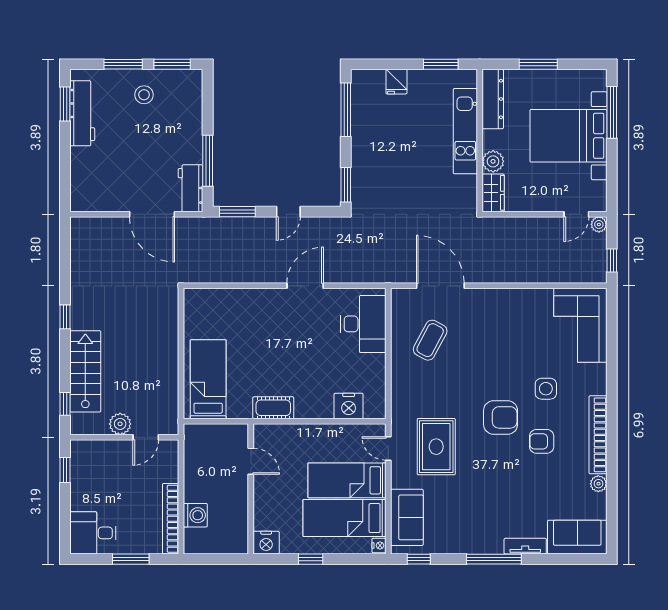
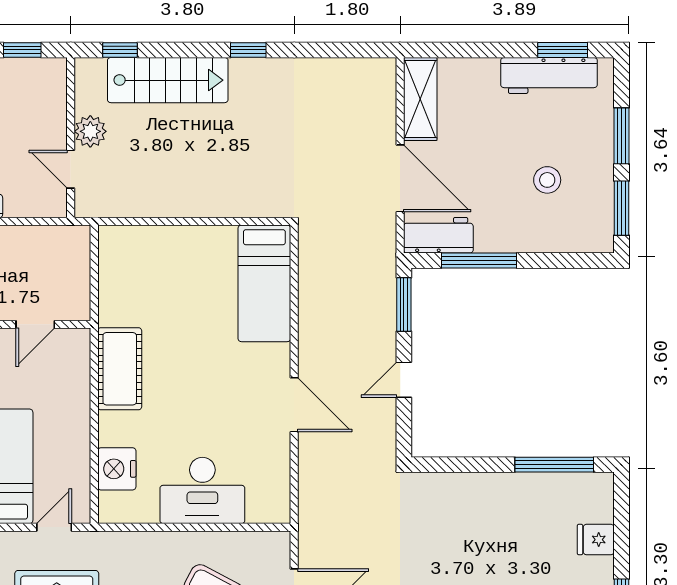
stool: (144, 95) -> (547, 180), moved
window: (346, 185) -> (443, 465), removed
shelving: (98, 200) -> (420, 99), added
door: (288, 212) -> (404, 380), hinge flipped
door: (152, 214) -> (400, 178), swing flipped
desk: (363, 324) -> (202, 490), moved
bed: (208, 379) -> (264, 283), moved, turned 90
cot: (273, 408) -> (120, 369), width x1.37, depth x1.34

